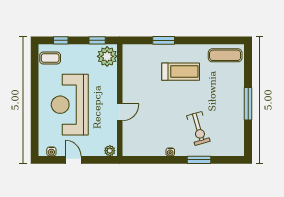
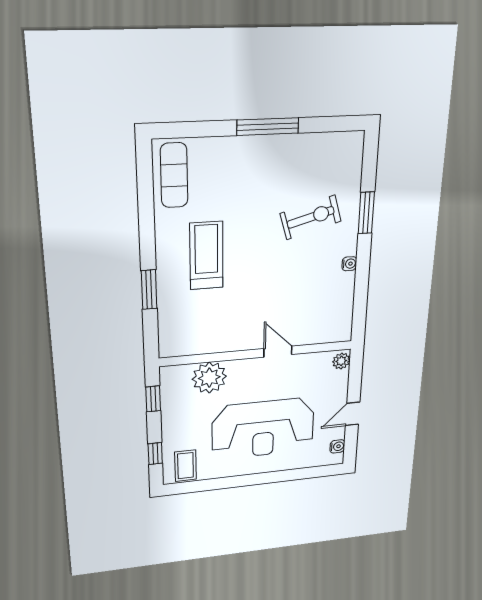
plant: (107, 56) -> (209, 378), moved

